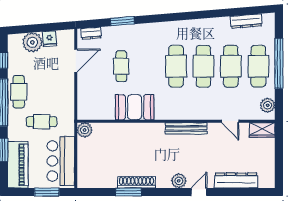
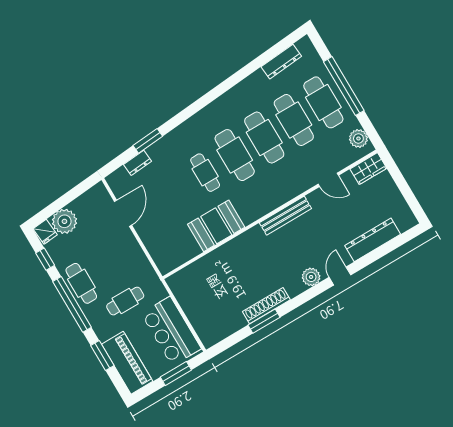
dresser: (91, 33) -> (137, 163), moved
fridge: (50, 39) -> (45, 232), moved
cafe table: (121, 66) -> (205, 173), moved
plant: (85, 130) -> (177, 282), removed

